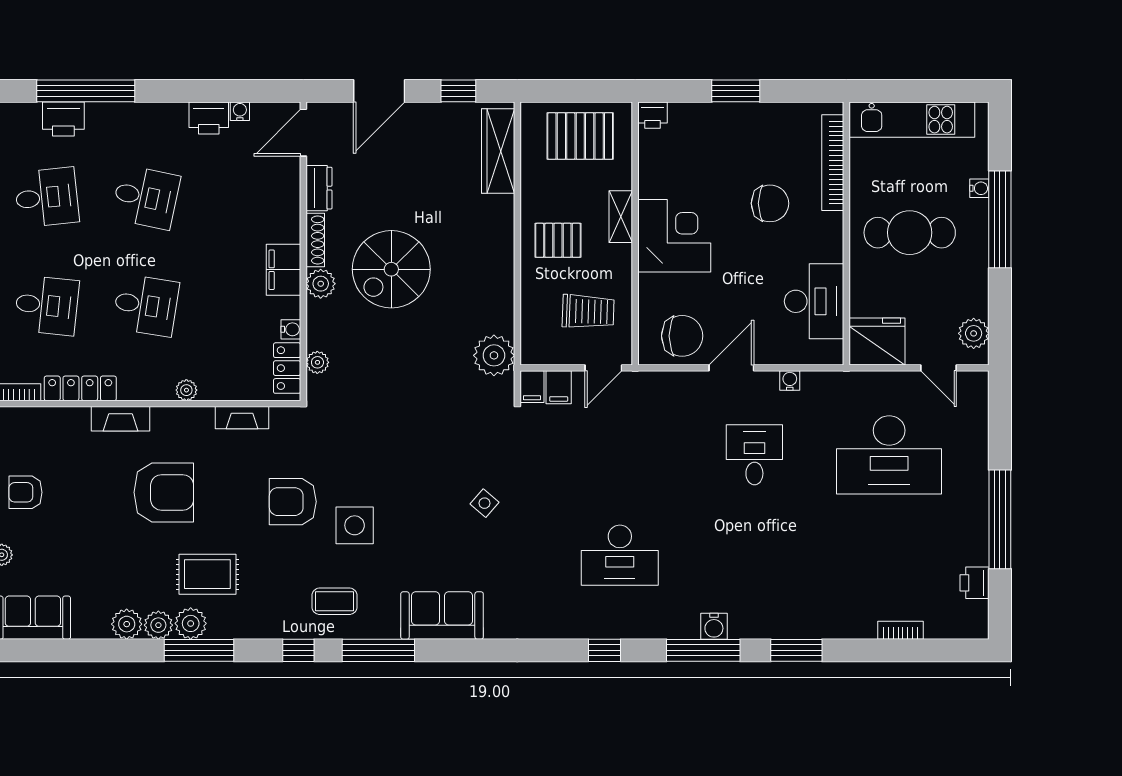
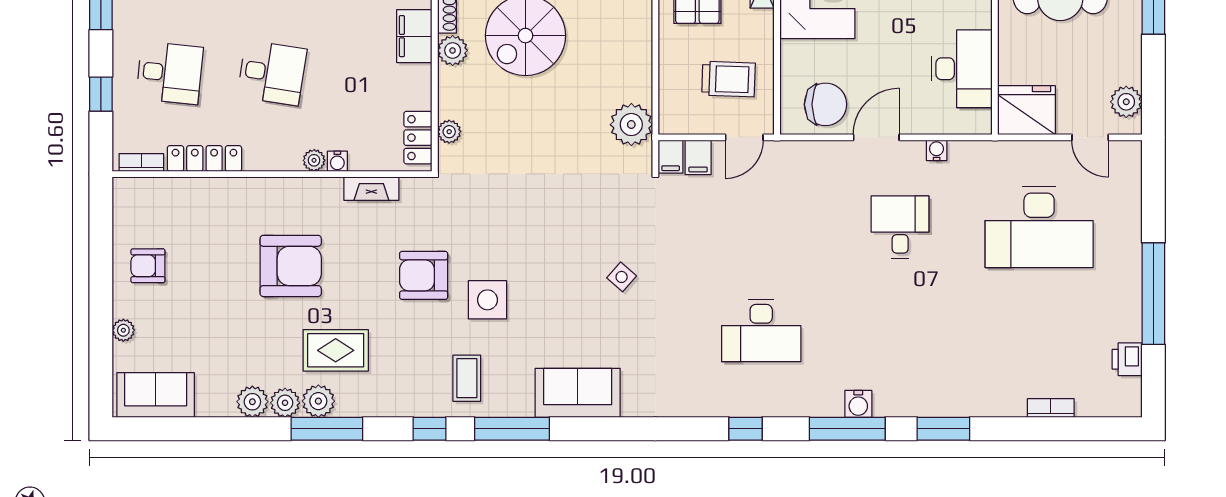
water cooler: (291, 329) -> (337, 161), moved, turned 90
fireplace: (121, 419) -> (246, 190), removed
coffee table: (335, 601) -> (467, 378), turned 90

